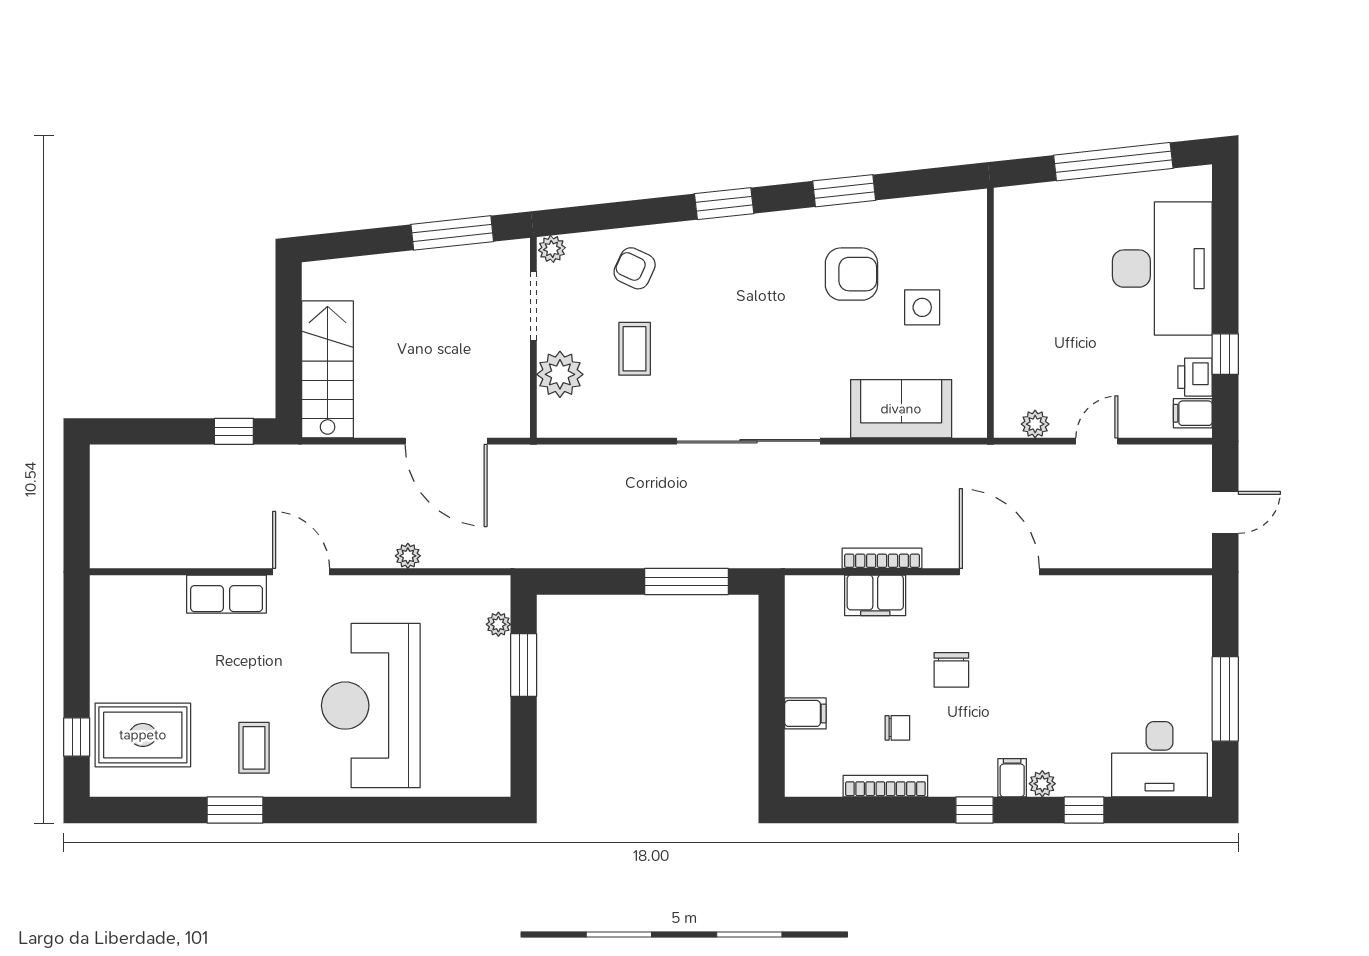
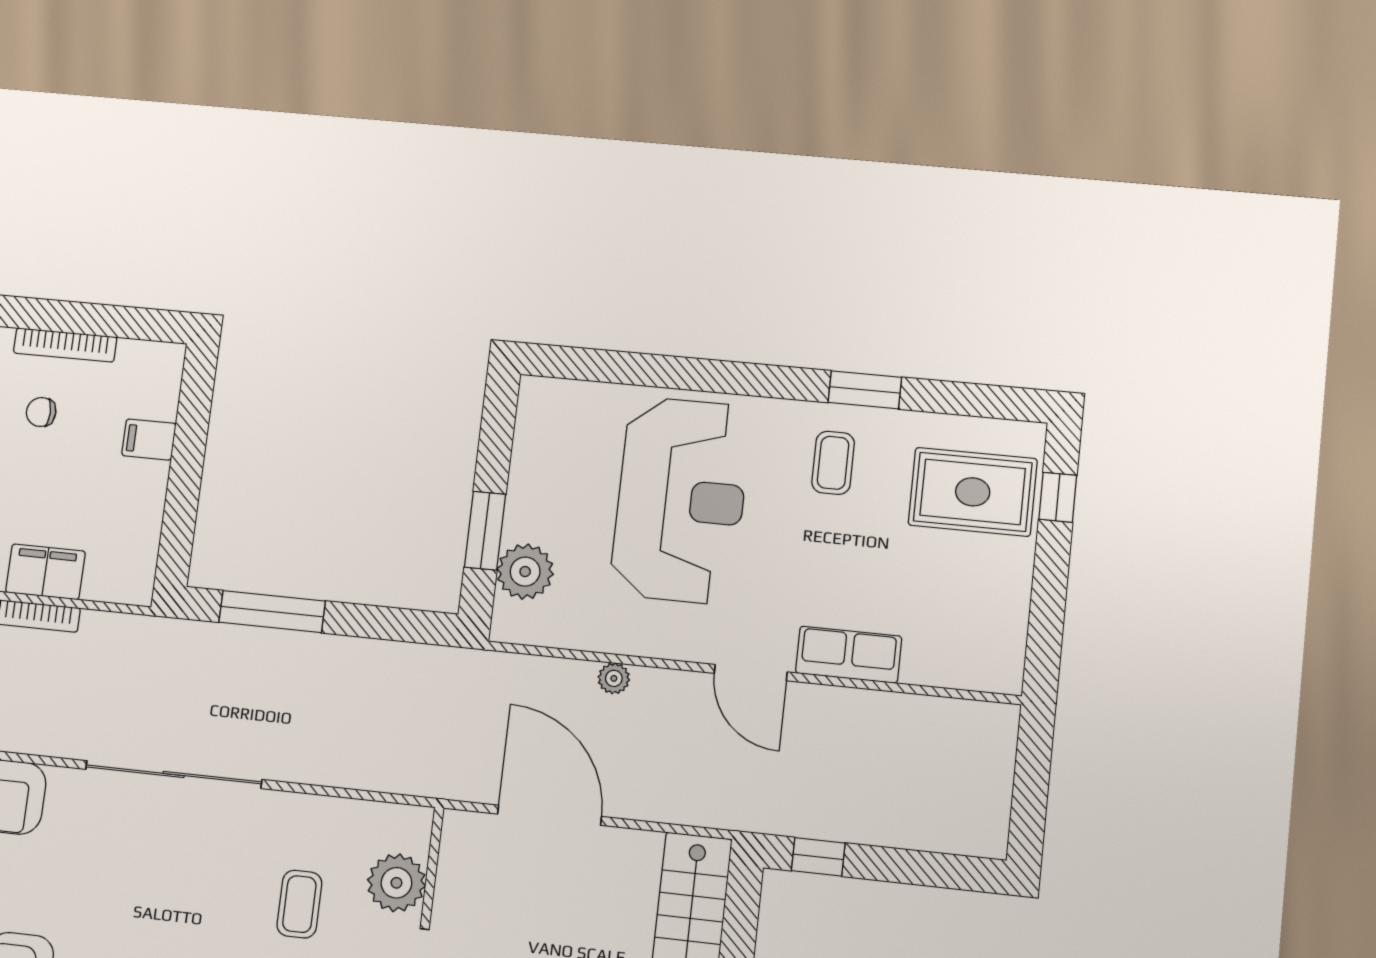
plant: (498, 624) -> (525, 572), width x1.87, depth x1.87

